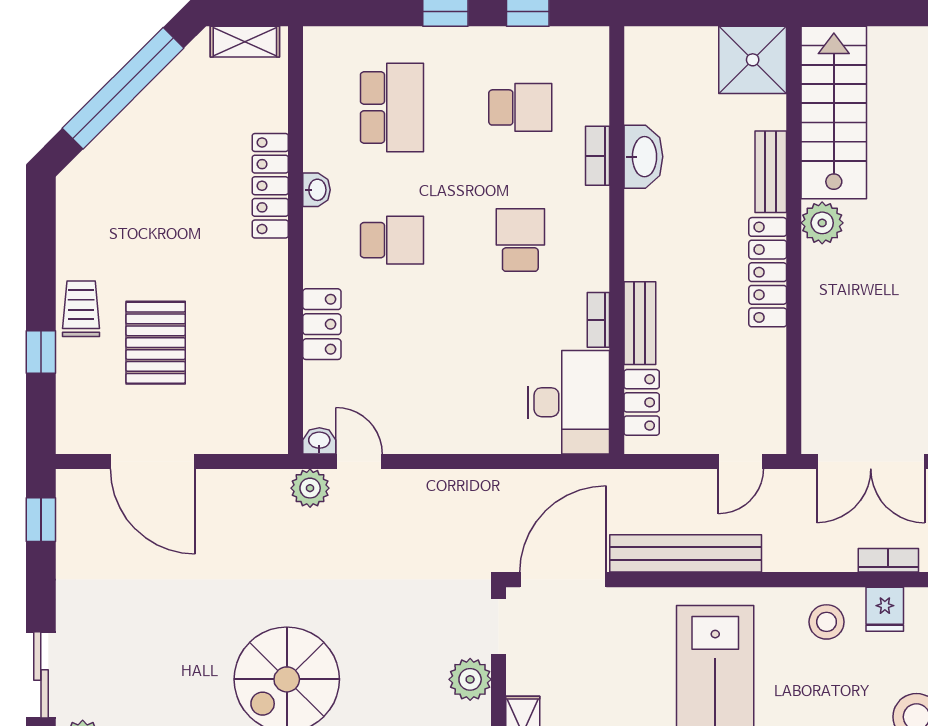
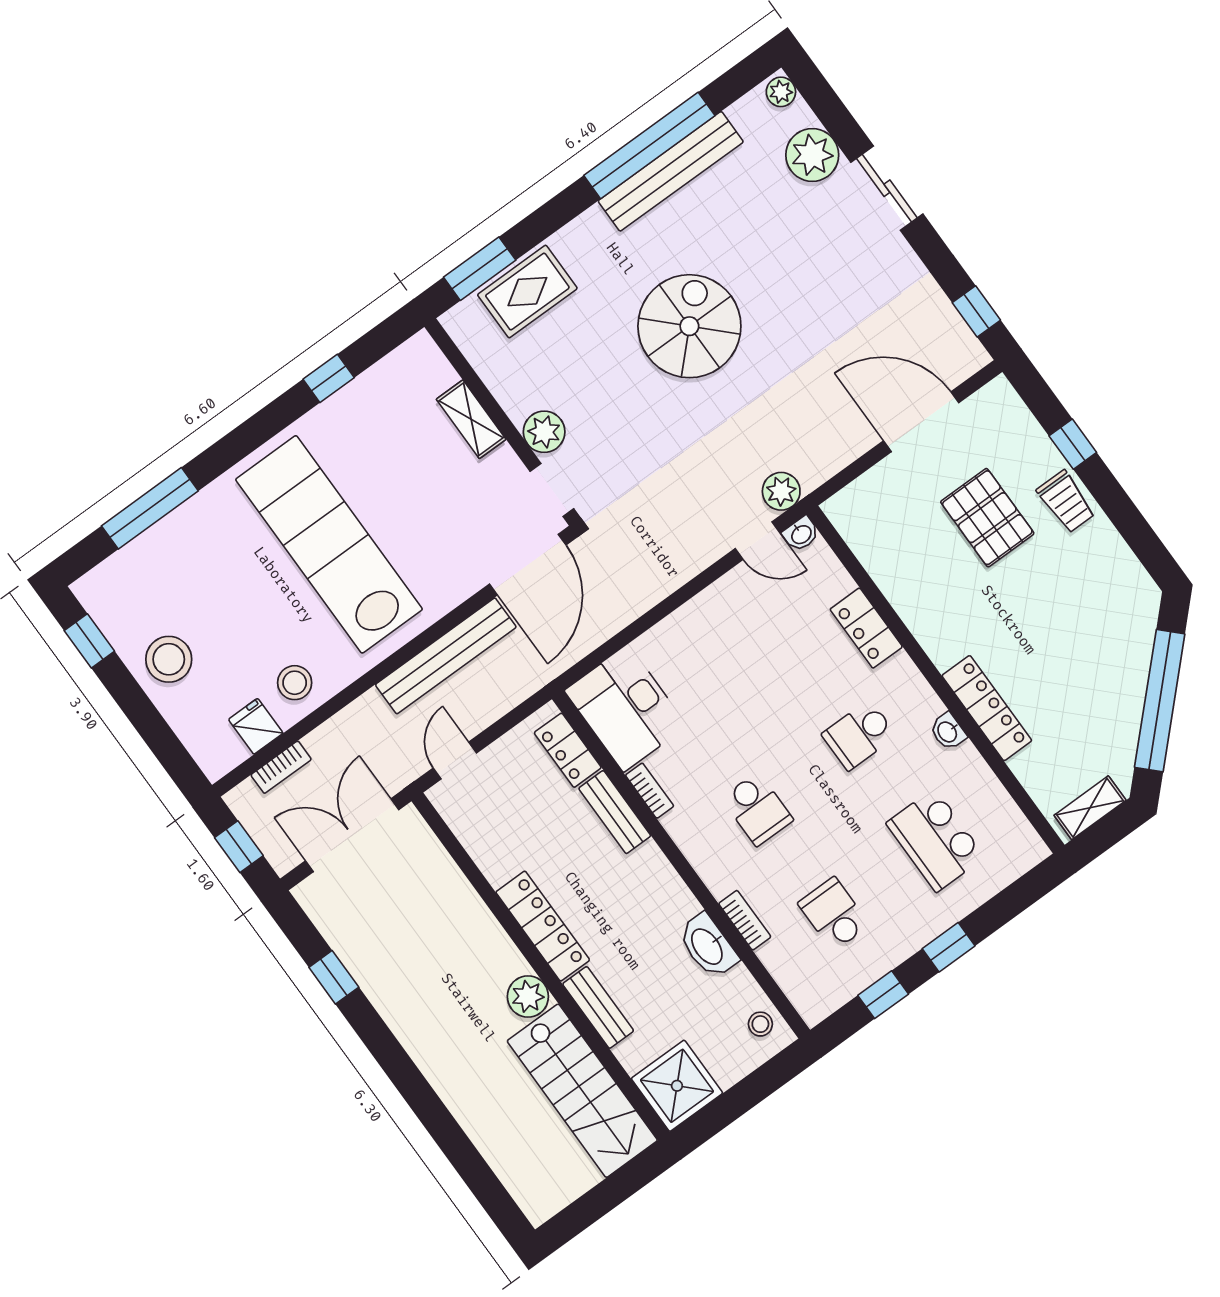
stool: (647, 61) -> (760, 1024), added
school desk: (520, 107) -> (834, 914), turned 90

